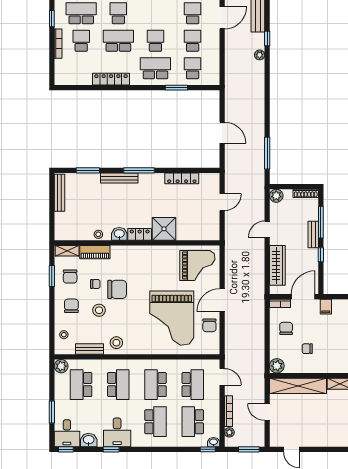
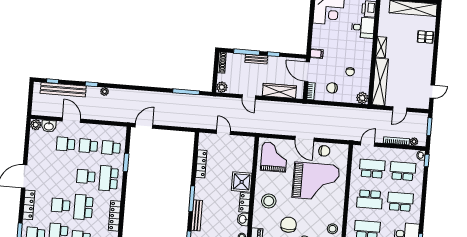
door: (222, 133) -> (144, 126), moved
stool: (144, 263) -> (269, 201), added
school desk: (193, 422) -> (403, 171), turned 180

